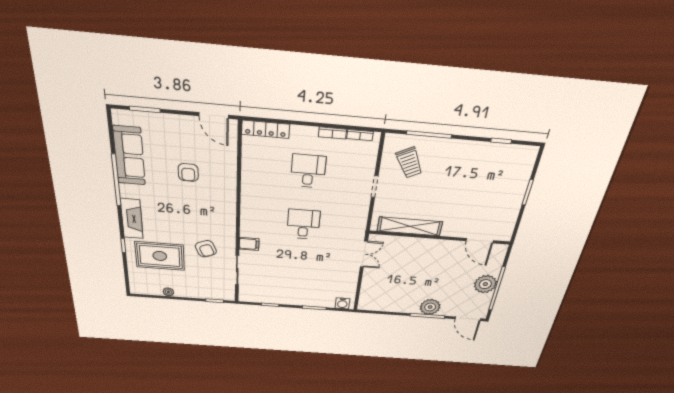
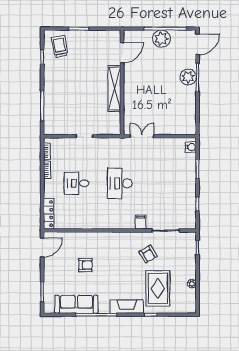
trolley: (409, 163) -> (60, 47), moved, turned -73
desk: (303, 224) -> (120, 183), width x1.37
shelving: (410, 226) -> (114, 89), moved
armchair: (206, 249) -> (148, 254), turned 82

